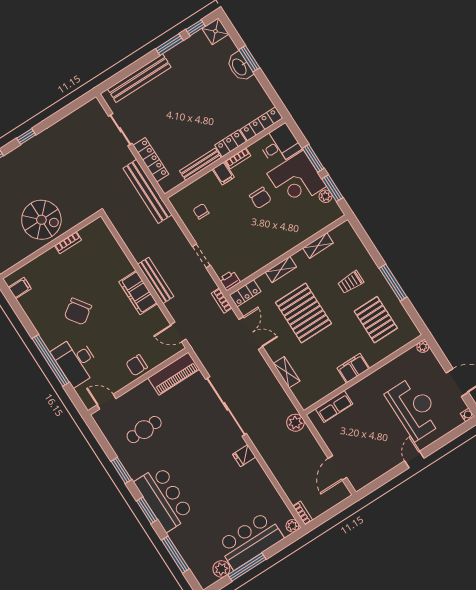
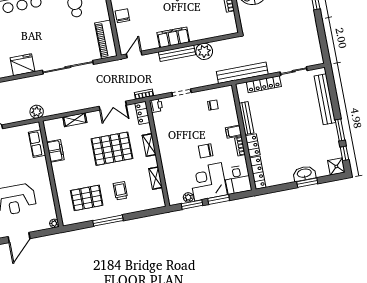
plant: (140, 248) -> (204, 51), added
filing cabinet: (353, 368) -> (55, 151), moved
fridge: (244, 456) -> (22, 65), width x1.88, depth x1.34

